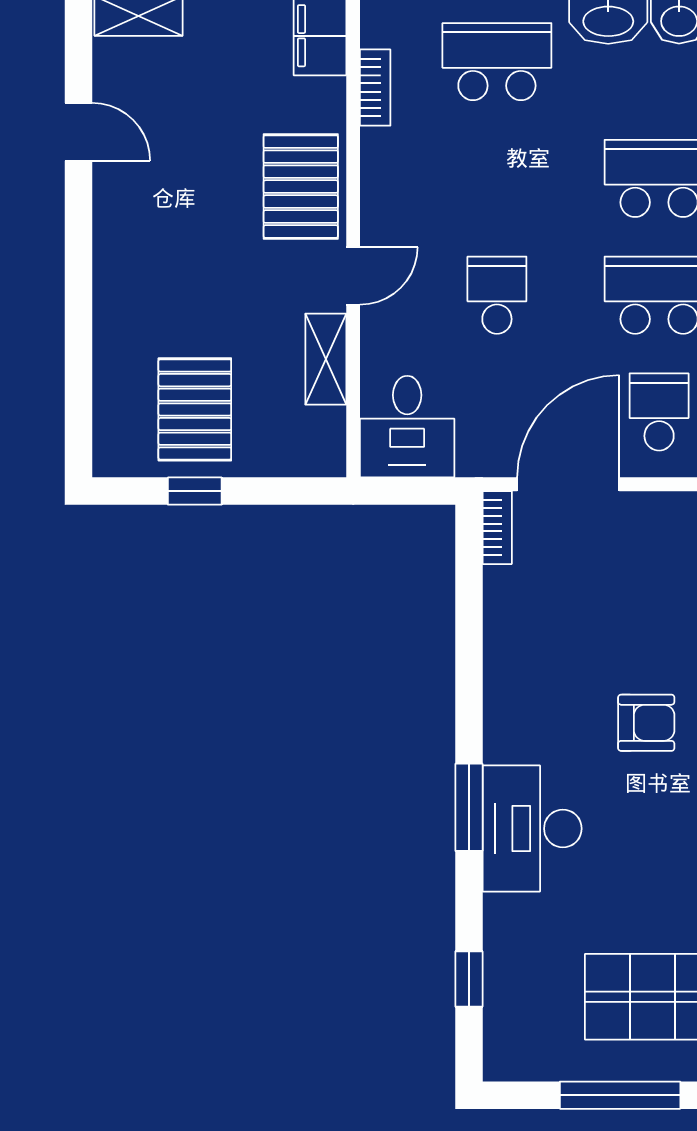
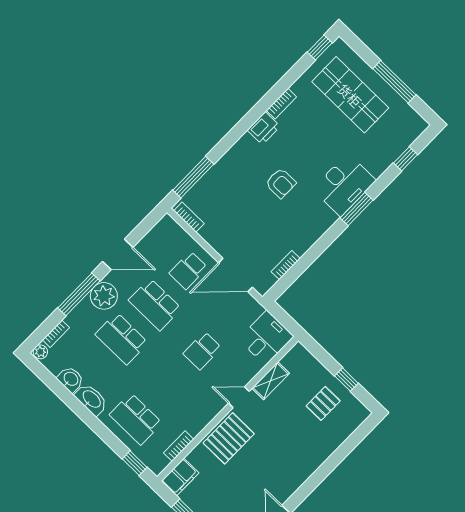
pallet: (195, 409) -> (323, 403), width x0.67, depth x0.71
bookcase: (497, 528) -> (286, 265), moved
armchair: (646, 723) -> (281, 183), turned 180

